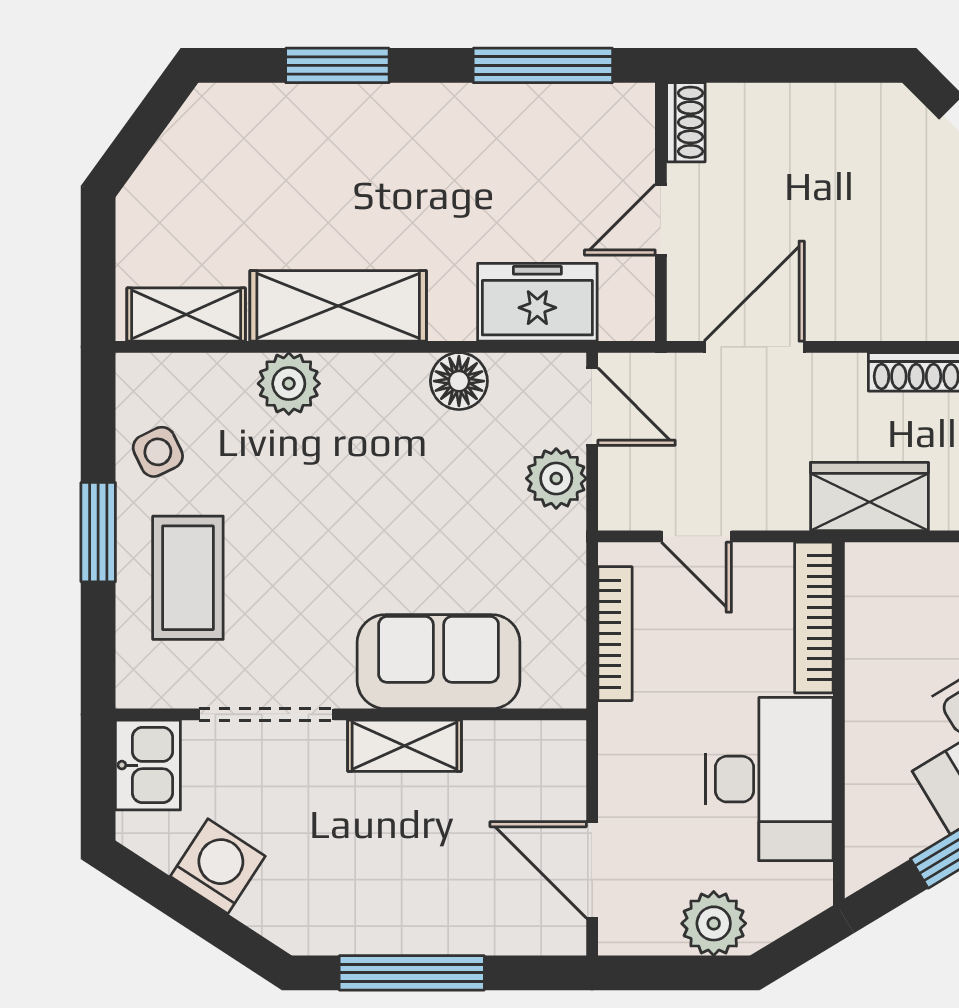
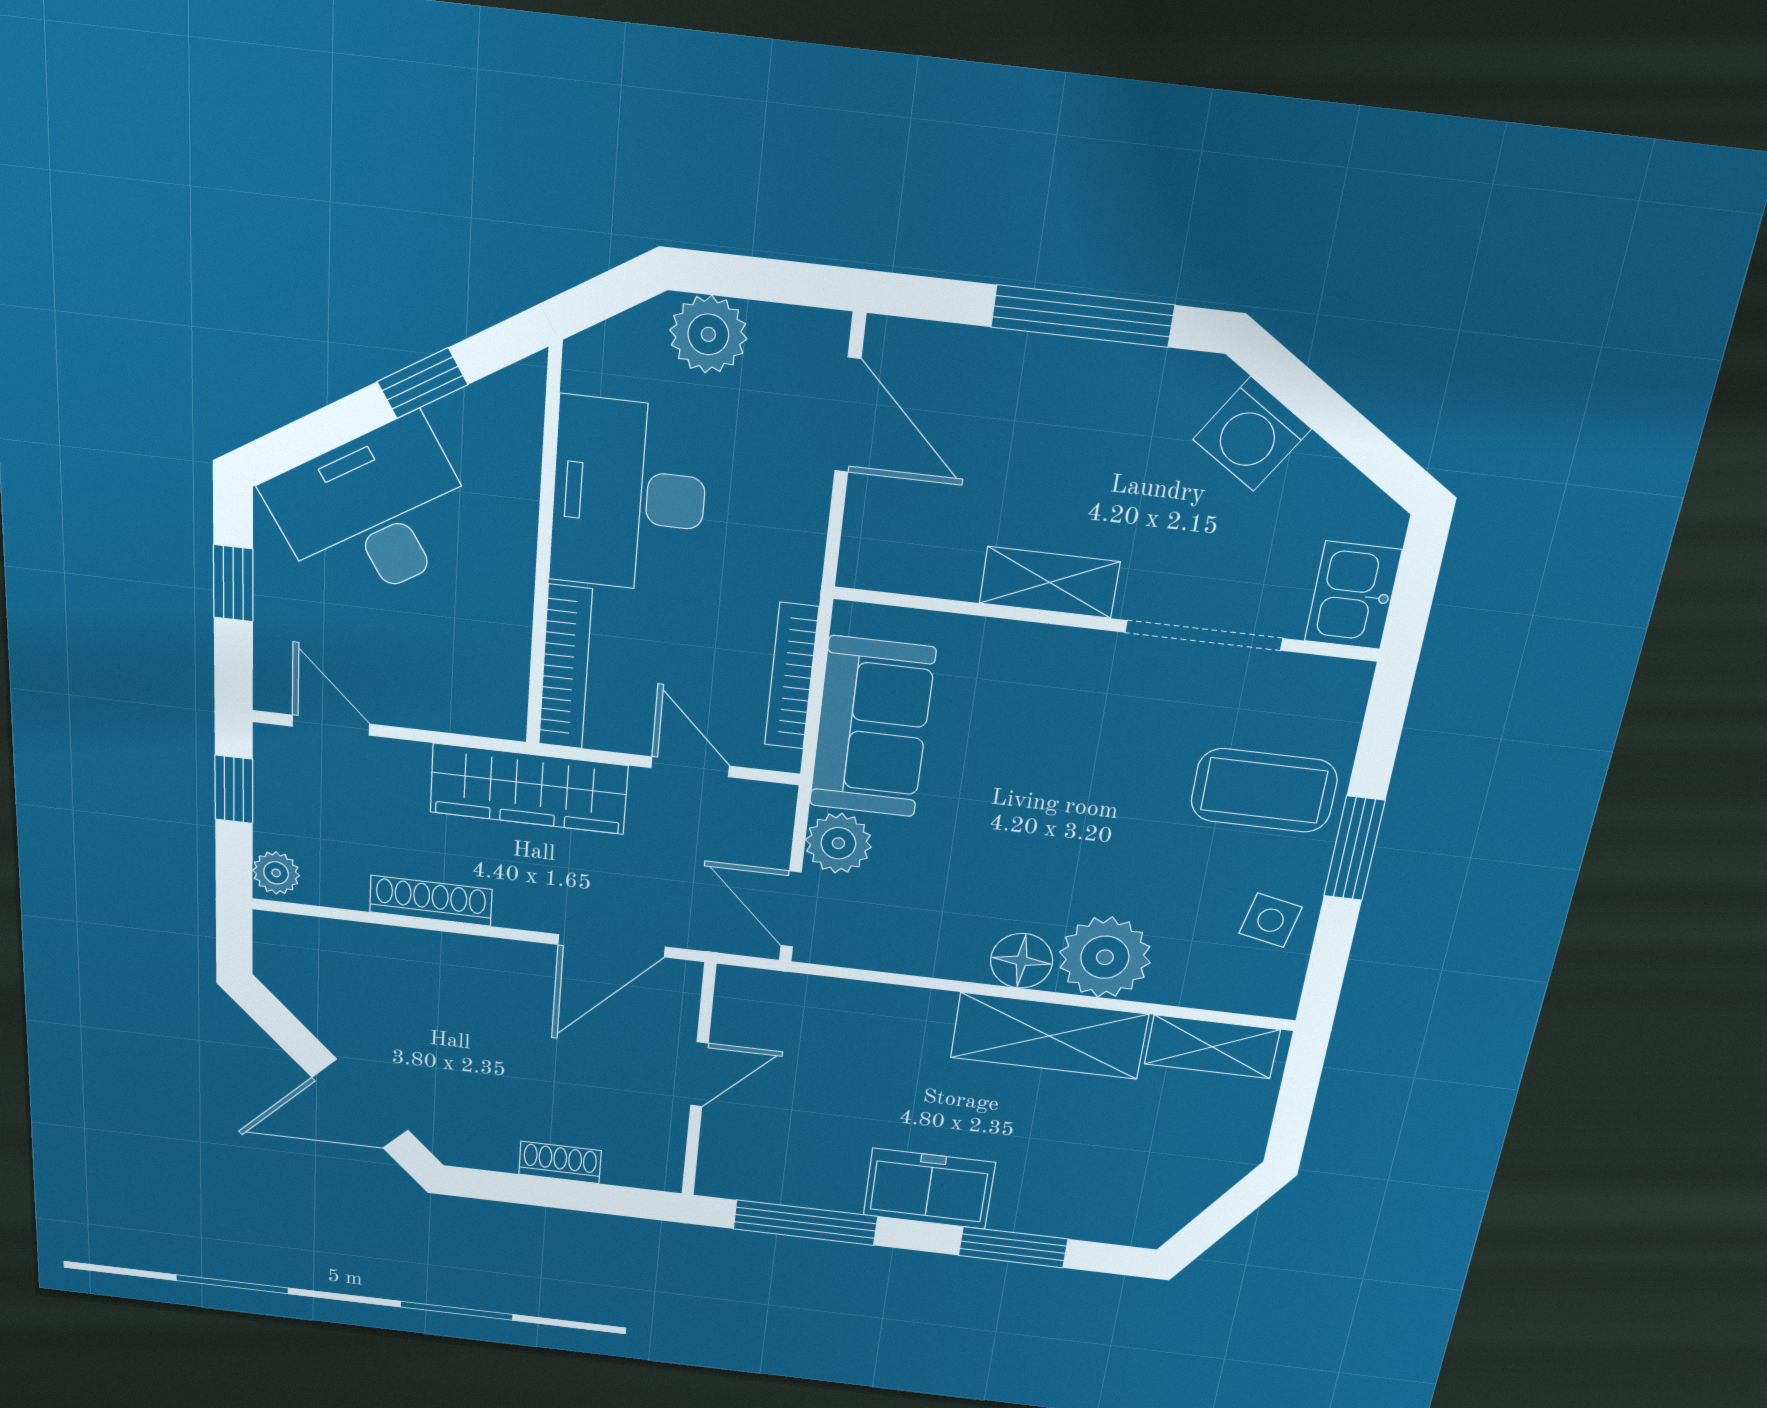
shoe rack: (686, 122) -> (560, 1162), moved, turned 90
freezer: (537, 302) -> (929, 1189), moved, turned 180
floor lamp: (459, 381) -> (1022, 961), moved
plant: (289, 384) -> (1105, 957), width x1.36, depth x1.36
side table: (158, 452) -> (1271, 920), turned 38
wardrobe: (869, 497) -> (529, 789), width x1.50
coffee table: (188, 578) -> (1264, 790), turned 90
sofa: (439, 662) -> (872, 727), moved, turned -90
washing machine: (218, 866) -> (1252, 434), moved

